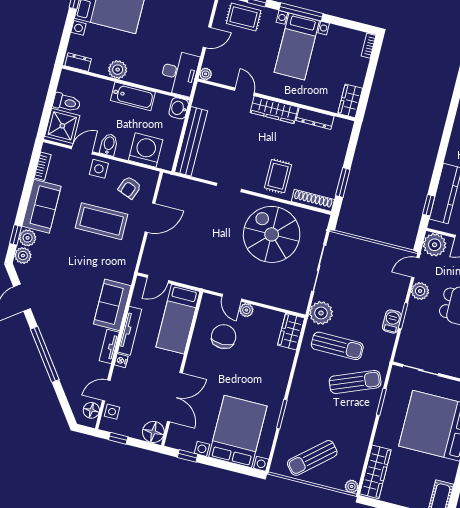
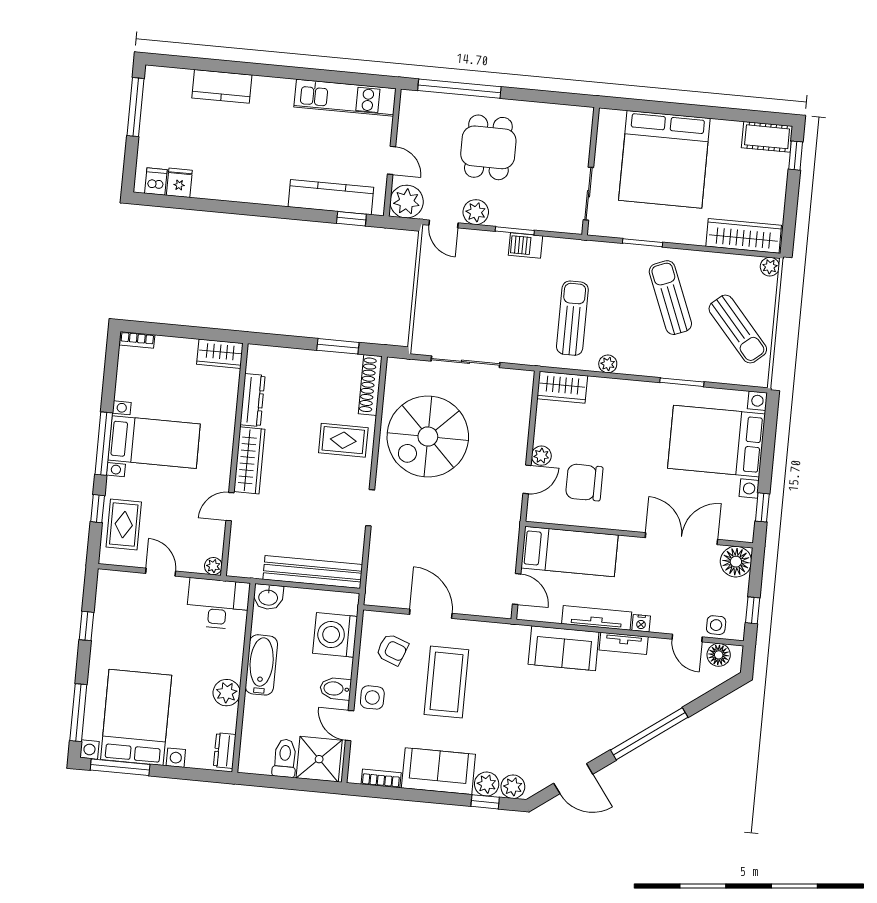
plant: (321, 313) -> (608, 364), moved, width x0.53, depth x0.53
sun lounger: (355, 382) -> (670, 298), moved

